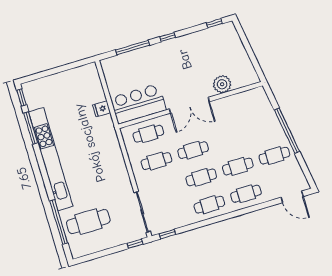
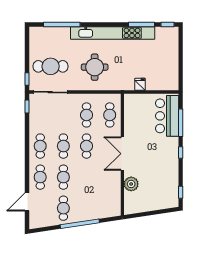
bar counter: (138, 104) -> (167, 116), moved, turned 180
round table: (97, 168) -> (95, 67), added
door: (292, 197) -> (27, 202), moved
cafe table: (88, 222) -> (51, 66), moved, turned 90

